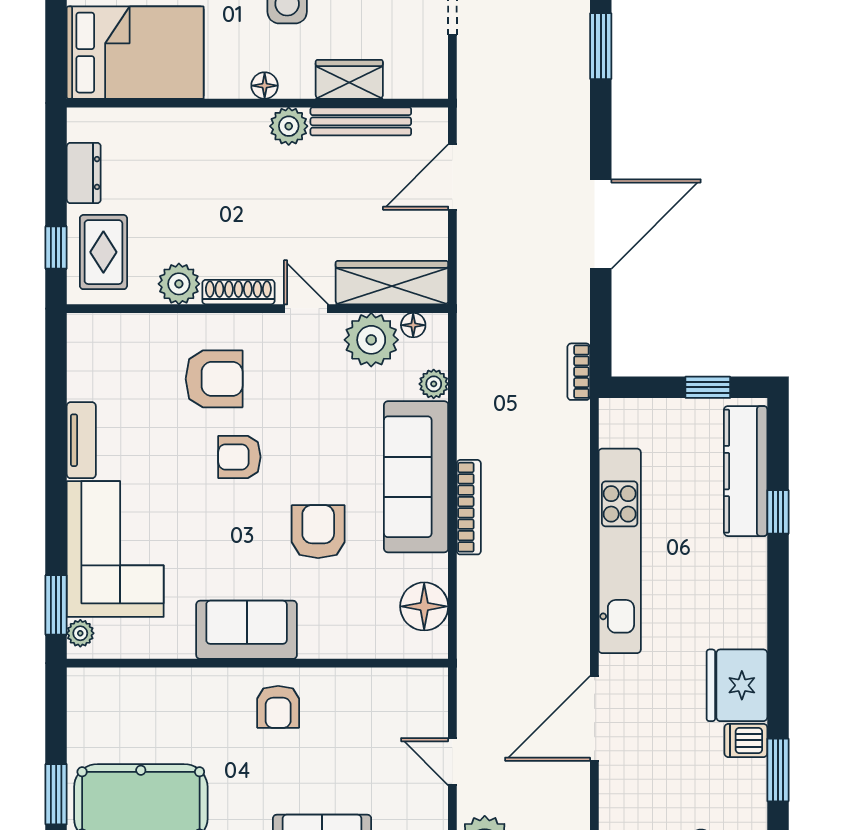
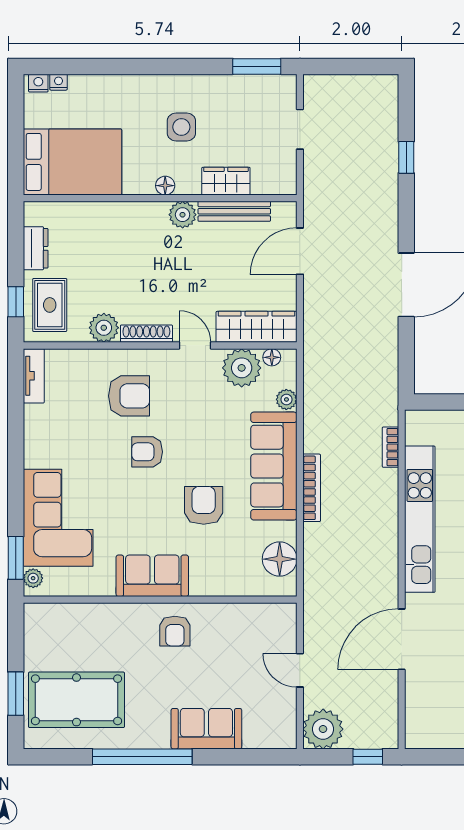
window: (601, 46) -> (406, 157), width x0.67
bookcase: (579, 372) -> (390, 447), moved
tv unit: (81, 440) -> (34, 376), moved

